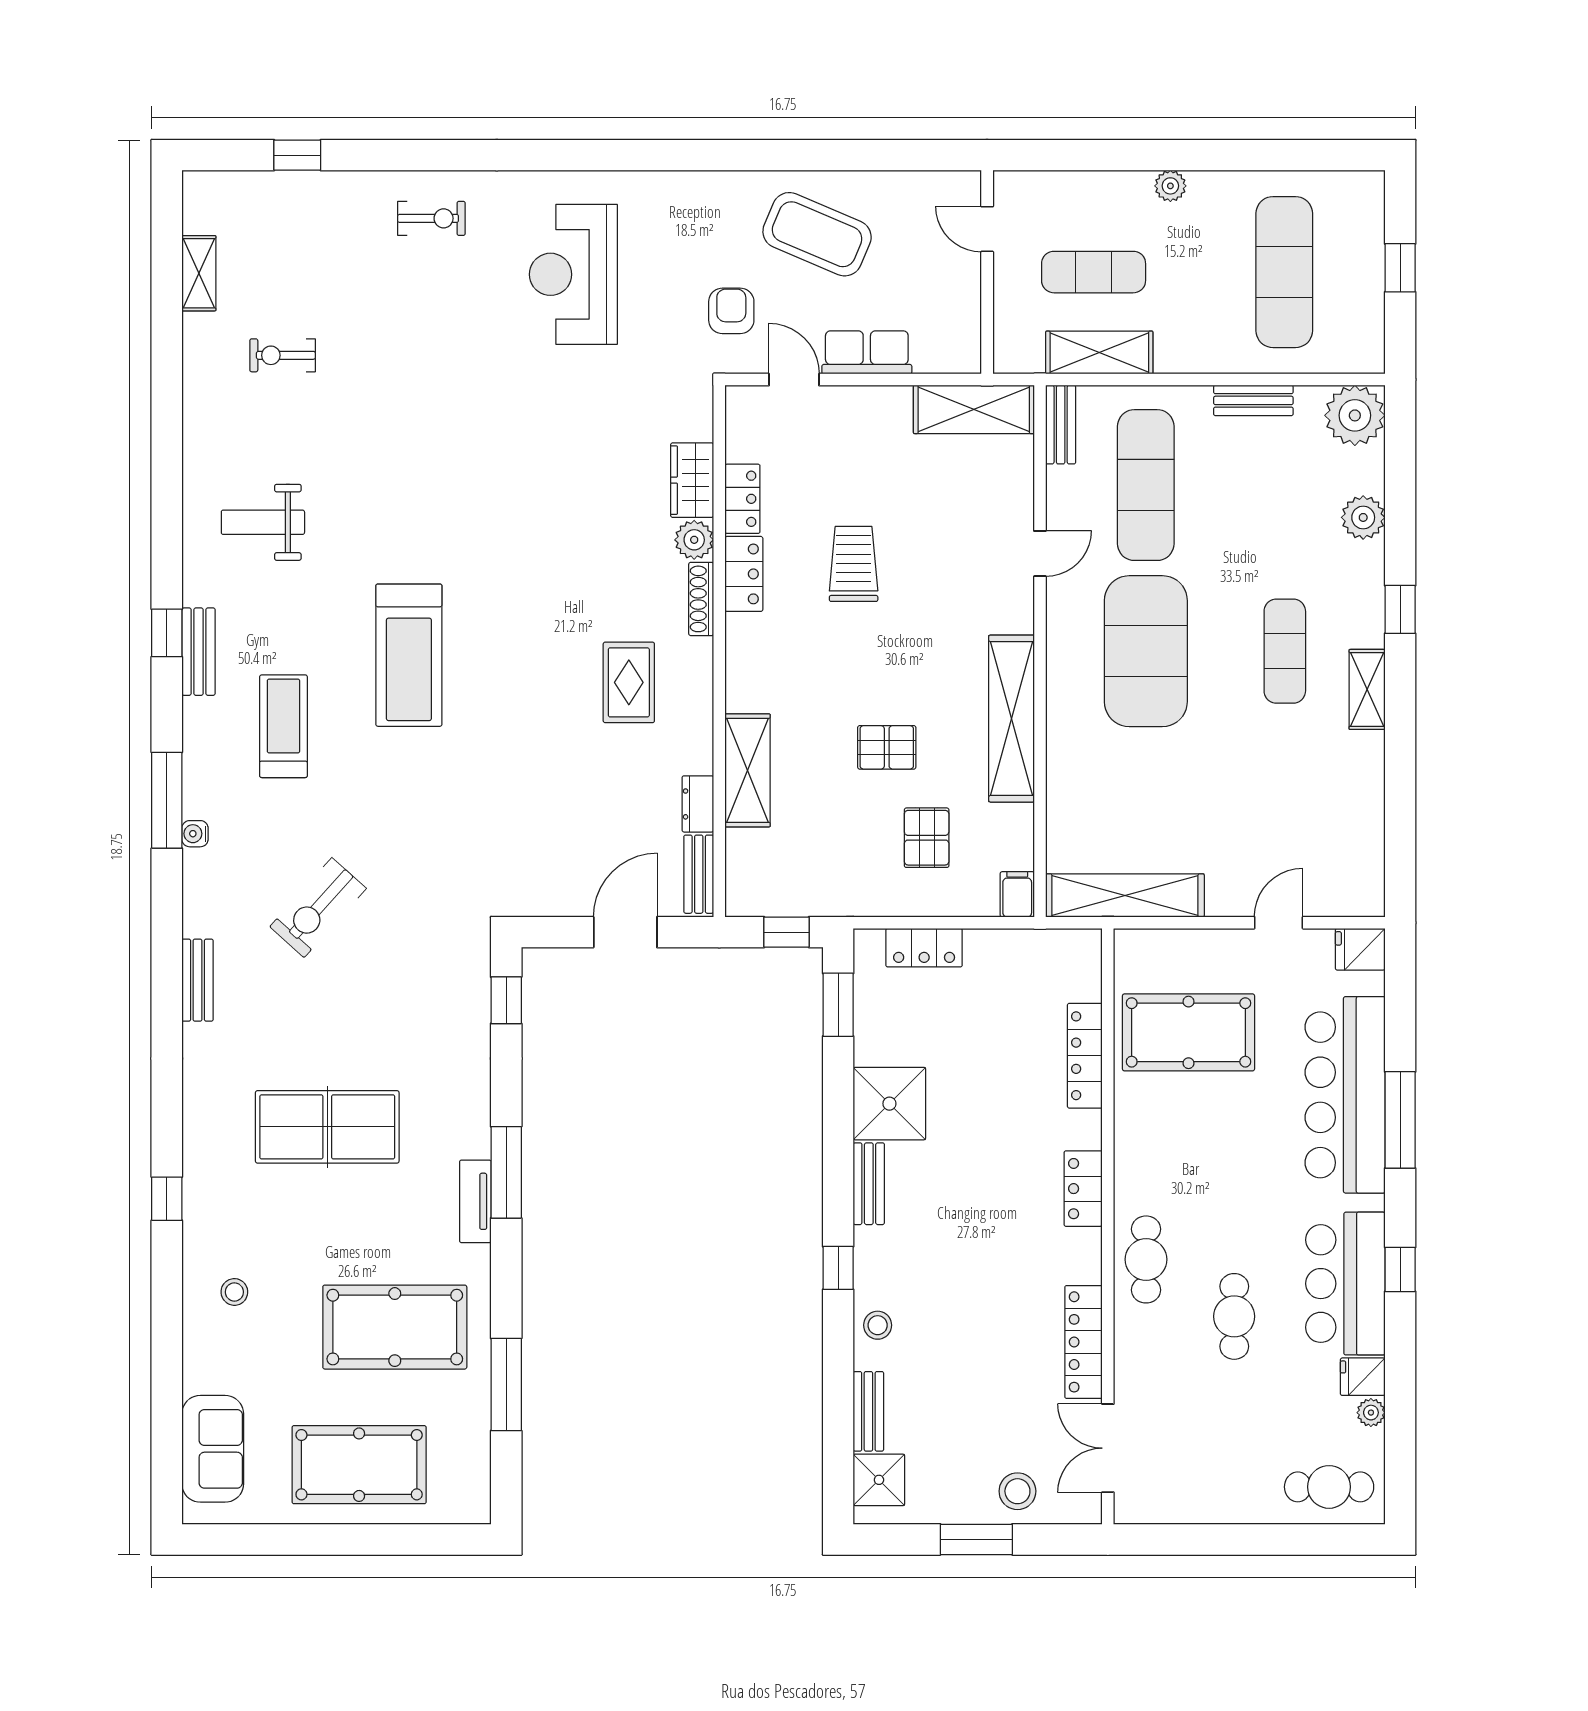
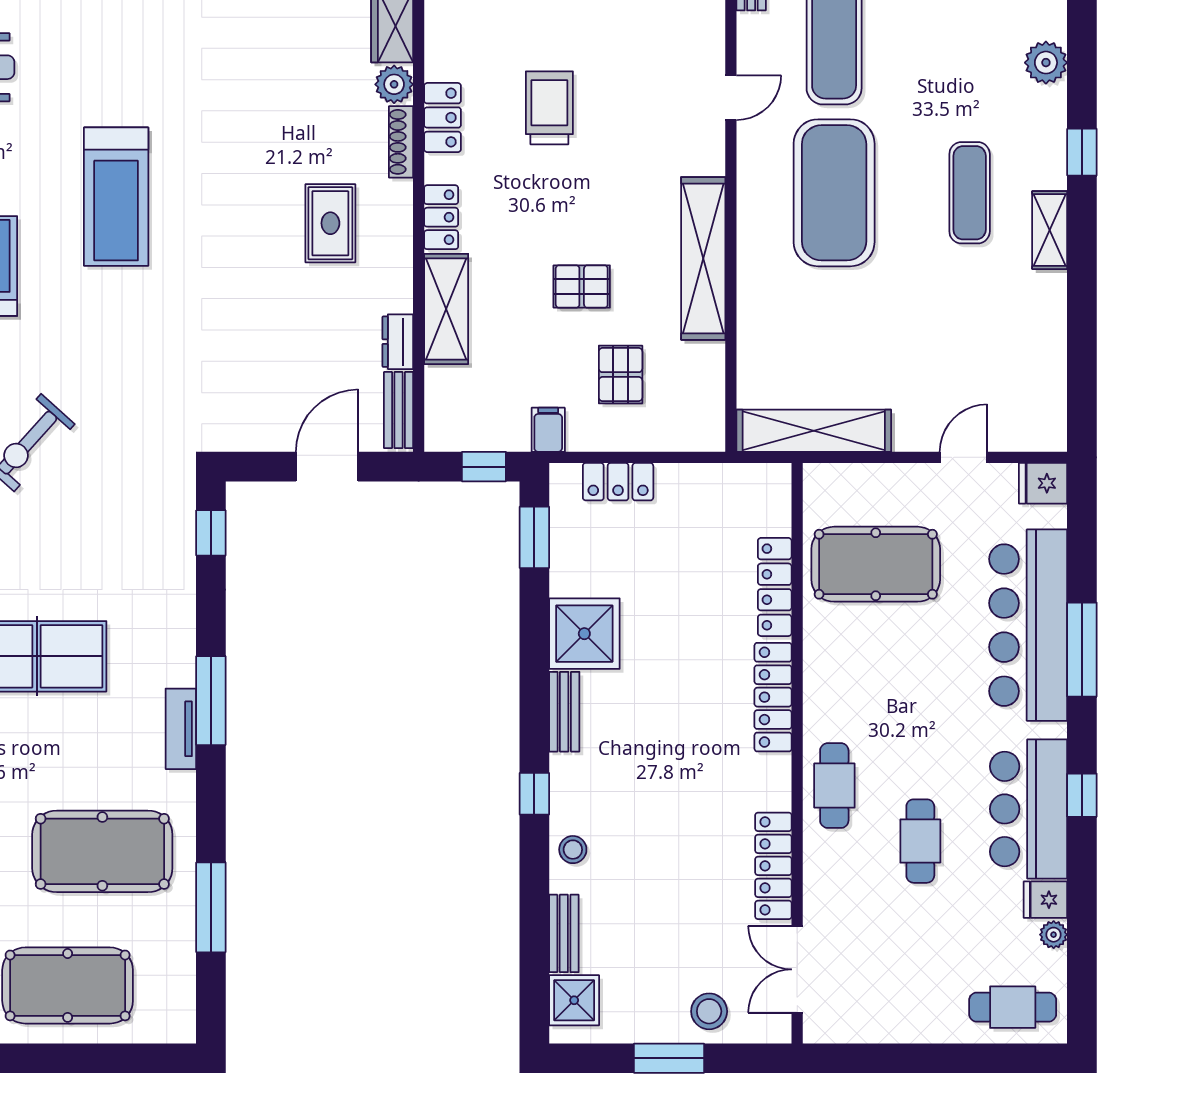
locker: (742, 499) -> (441, 217), moved
filing cabinet: (1017, 894) -> (548, 430), moved
locker: (1083, 1189) -> (773, 697), width x1.53

